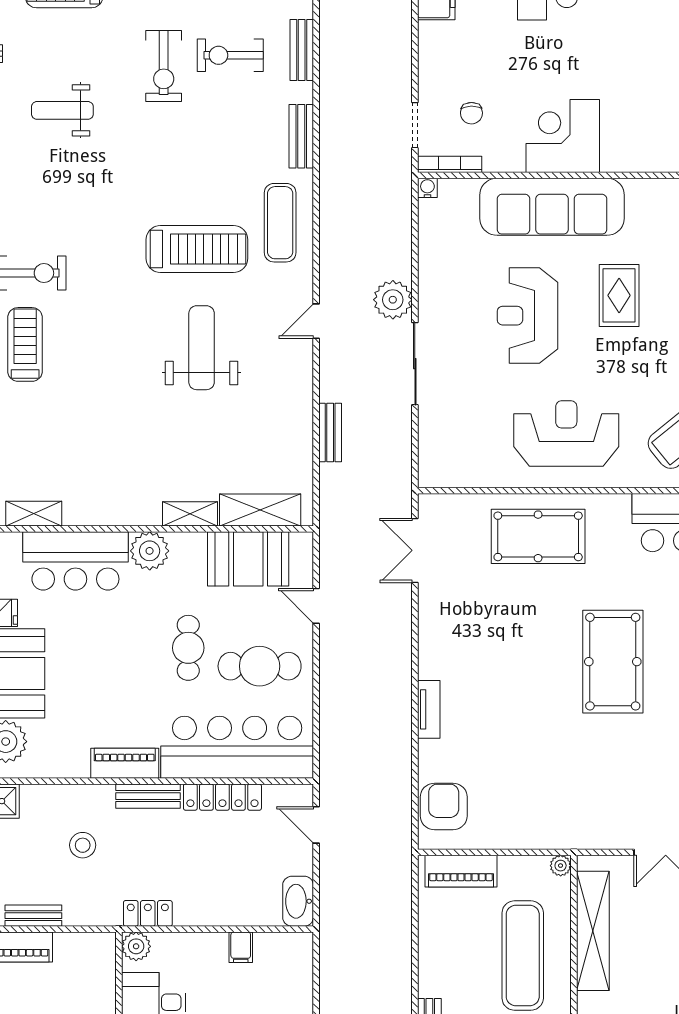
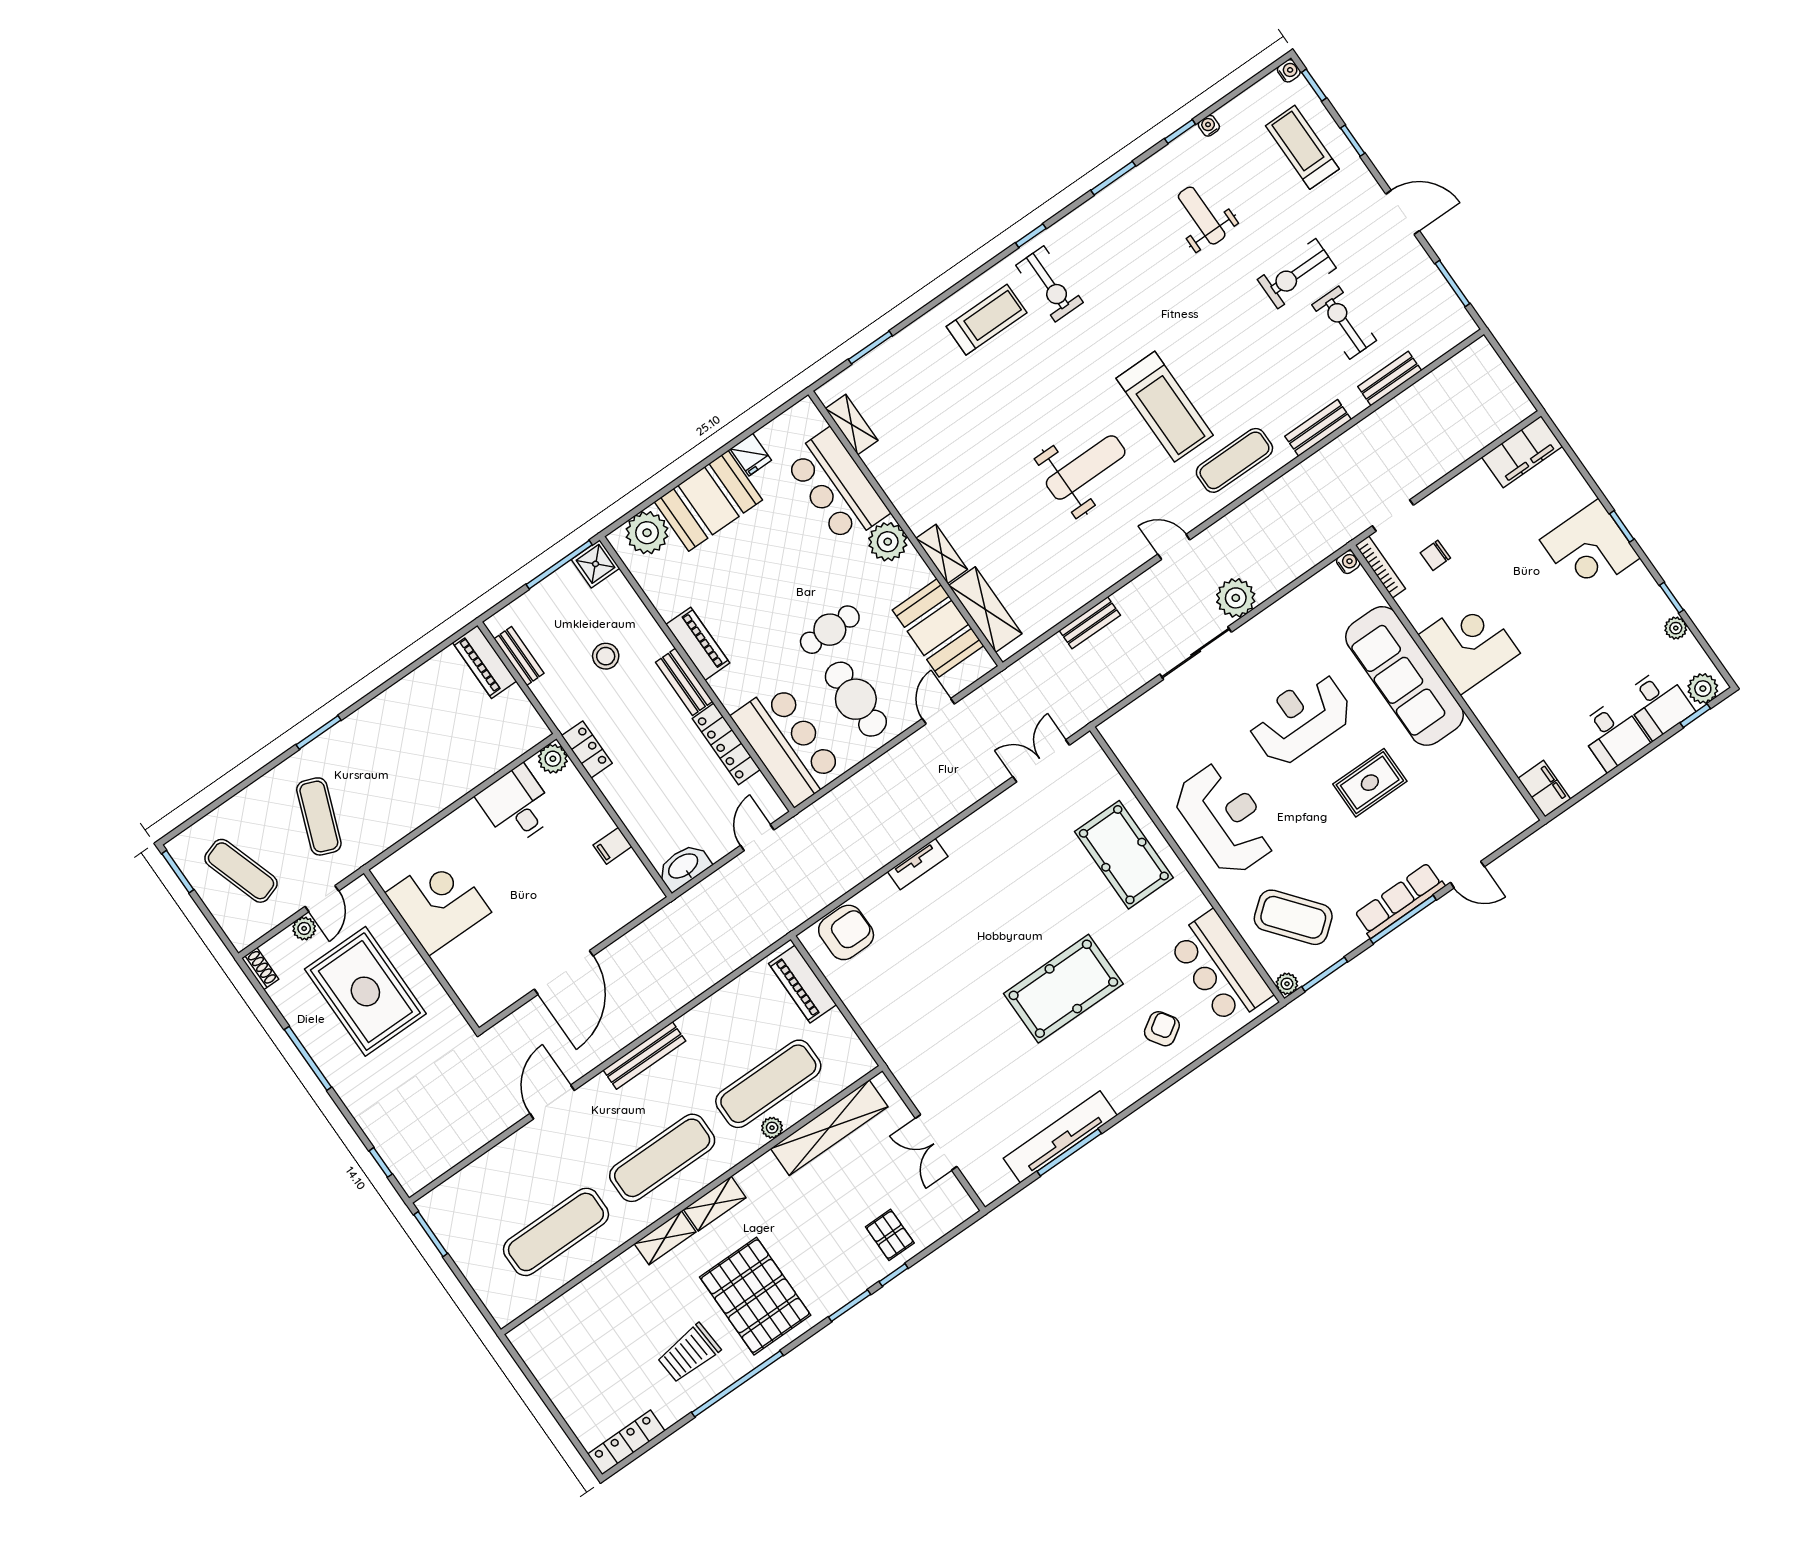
bar counter: (237, 747) -> (788, 744), width x0.73
plant: (561, 866) -> (772, 1128), moved

